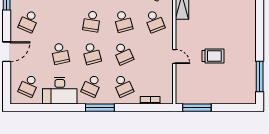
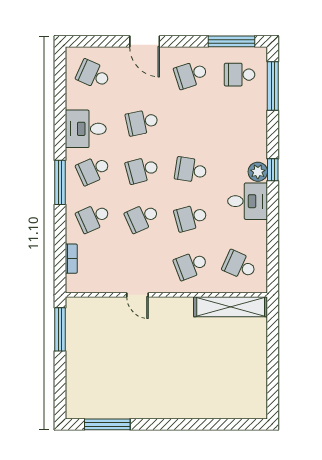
school desk: (29, 21) -> (191, 75), turned -42
door: (174, 56) -> (137, 295), hinge flipped
trolley: (213, 56) -> (138, 354), removed
school desk: (92, 86) -> (93, 170), turned -48
desk: (60, 91) -> (86, 129), width x0.73

